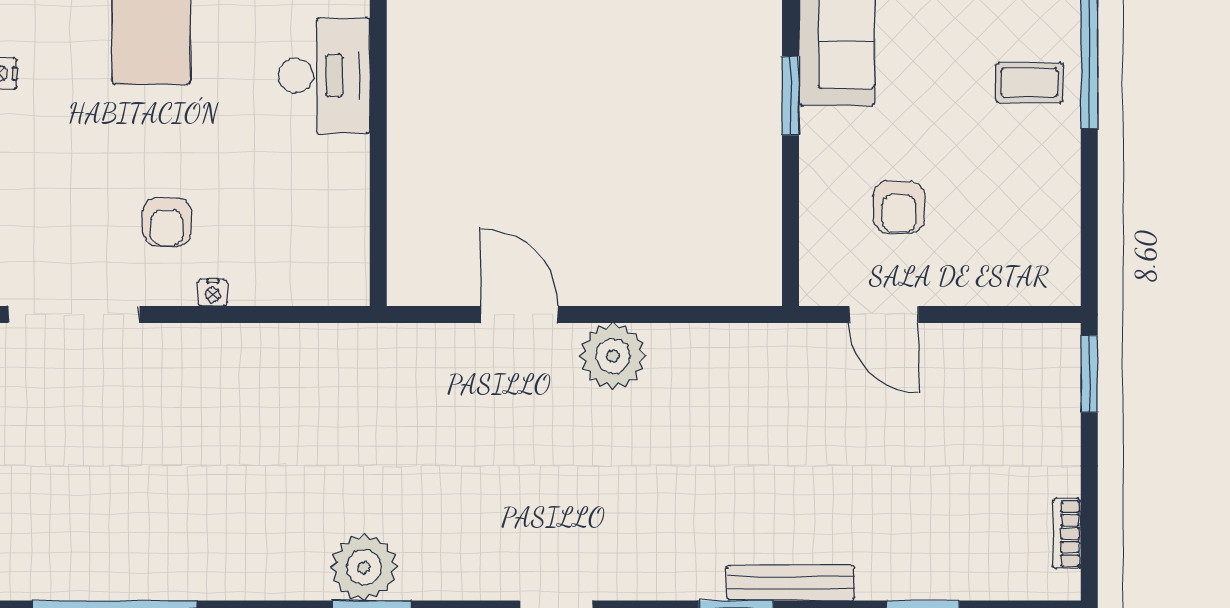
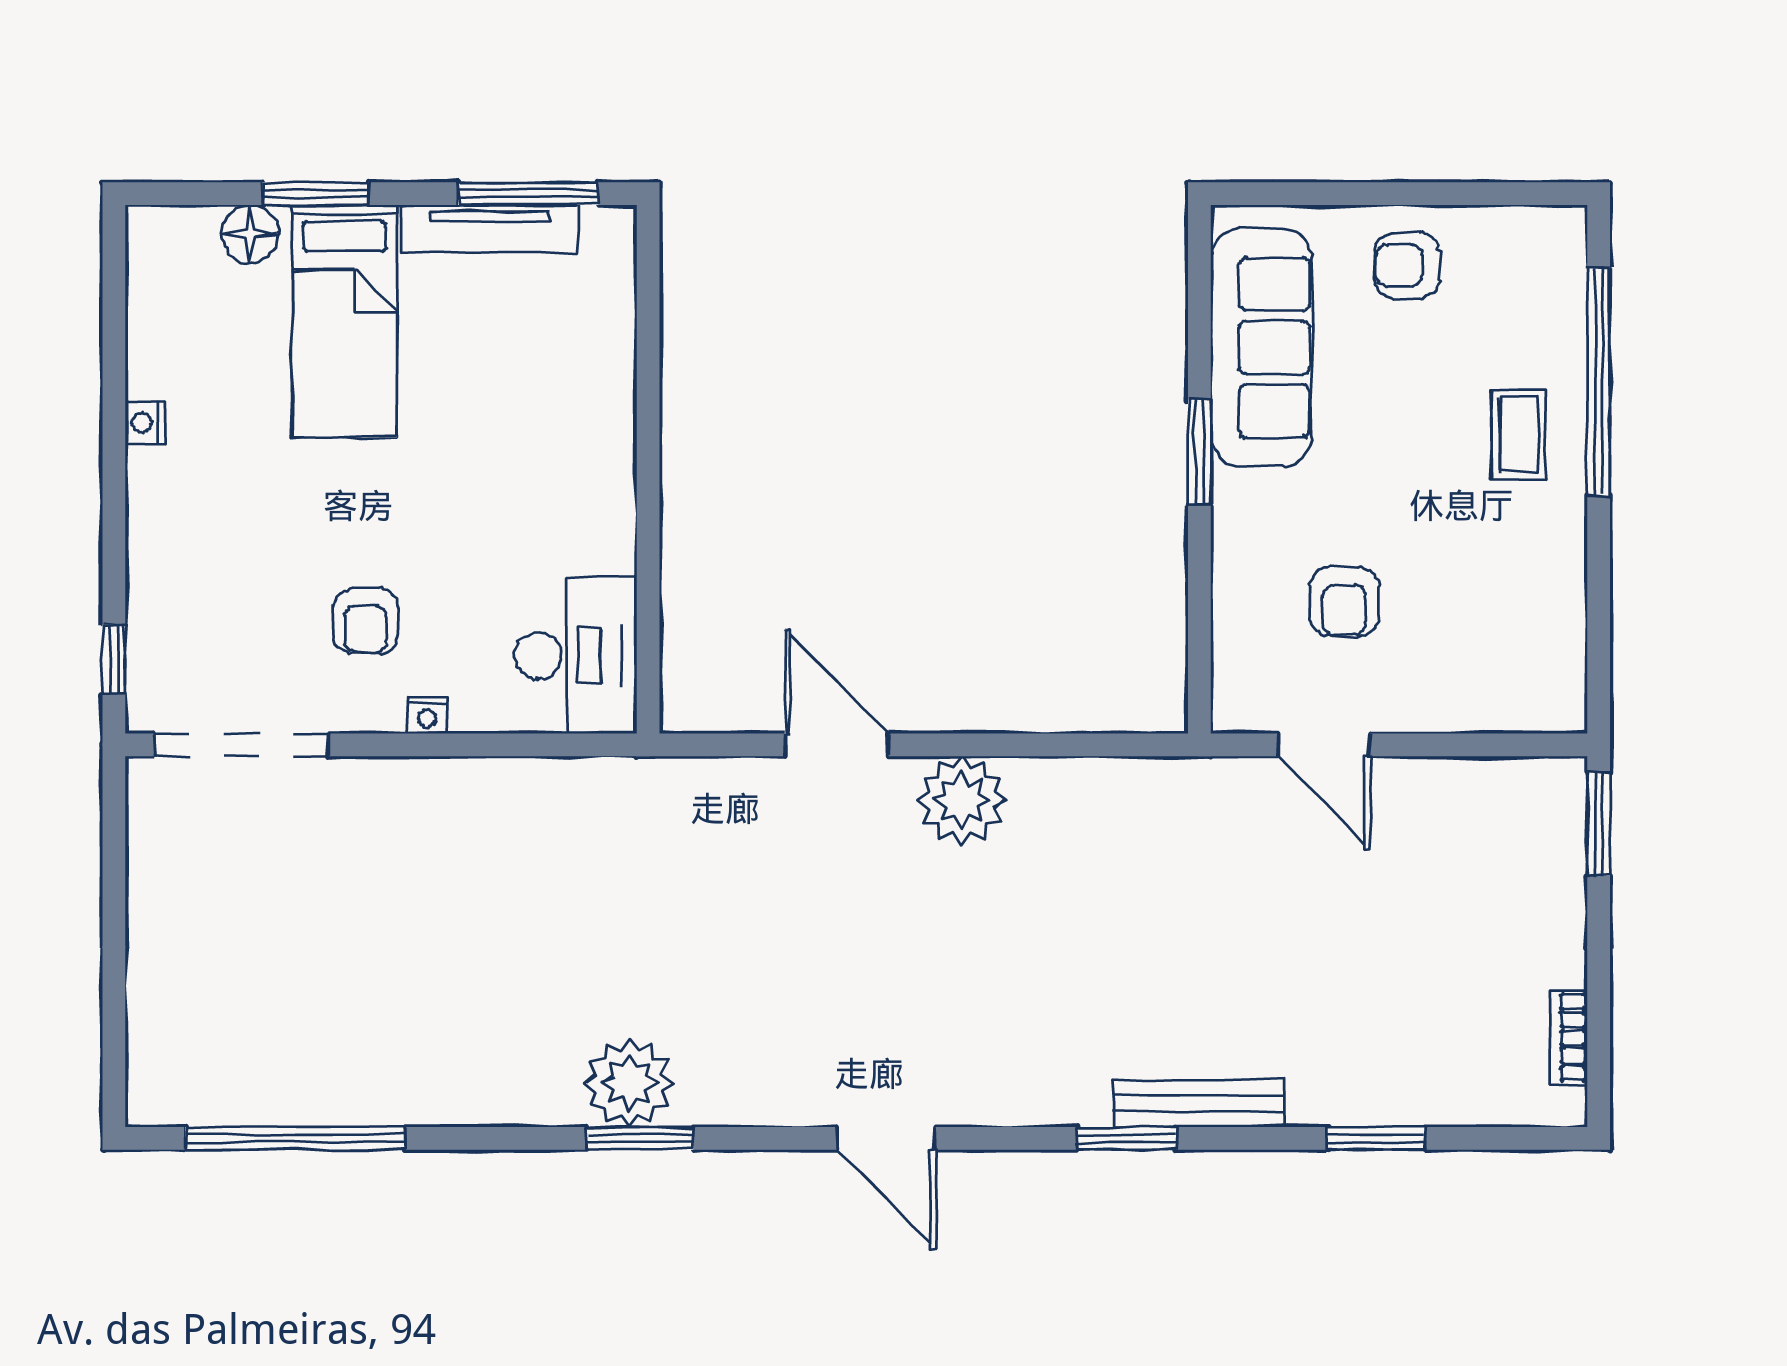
desk: (324, 76) -> (576, 656), moved
coffee table: (1029, 83) -> (1519, 435), turned 90

